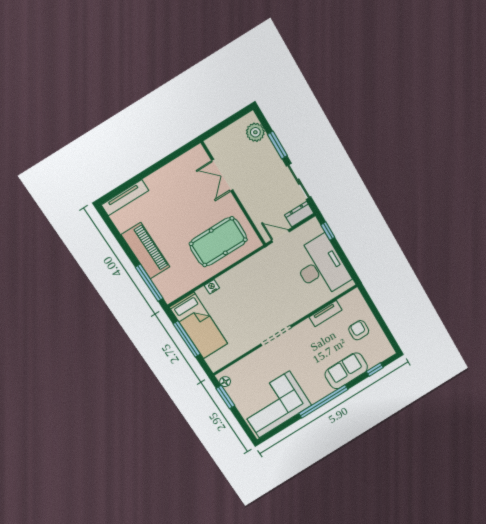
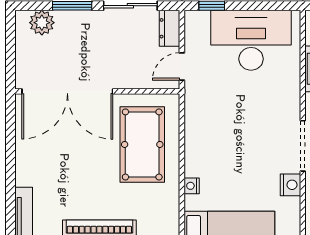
double door: (222, 175) -> (67, 91), width x1.87
nightstand: (249, 343) -> (290, 185), added

